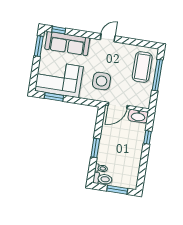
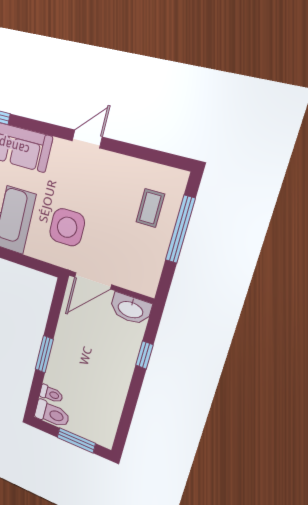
coffee table: (142, 67) -> (150, 208), width x0.54, depth x0.58

